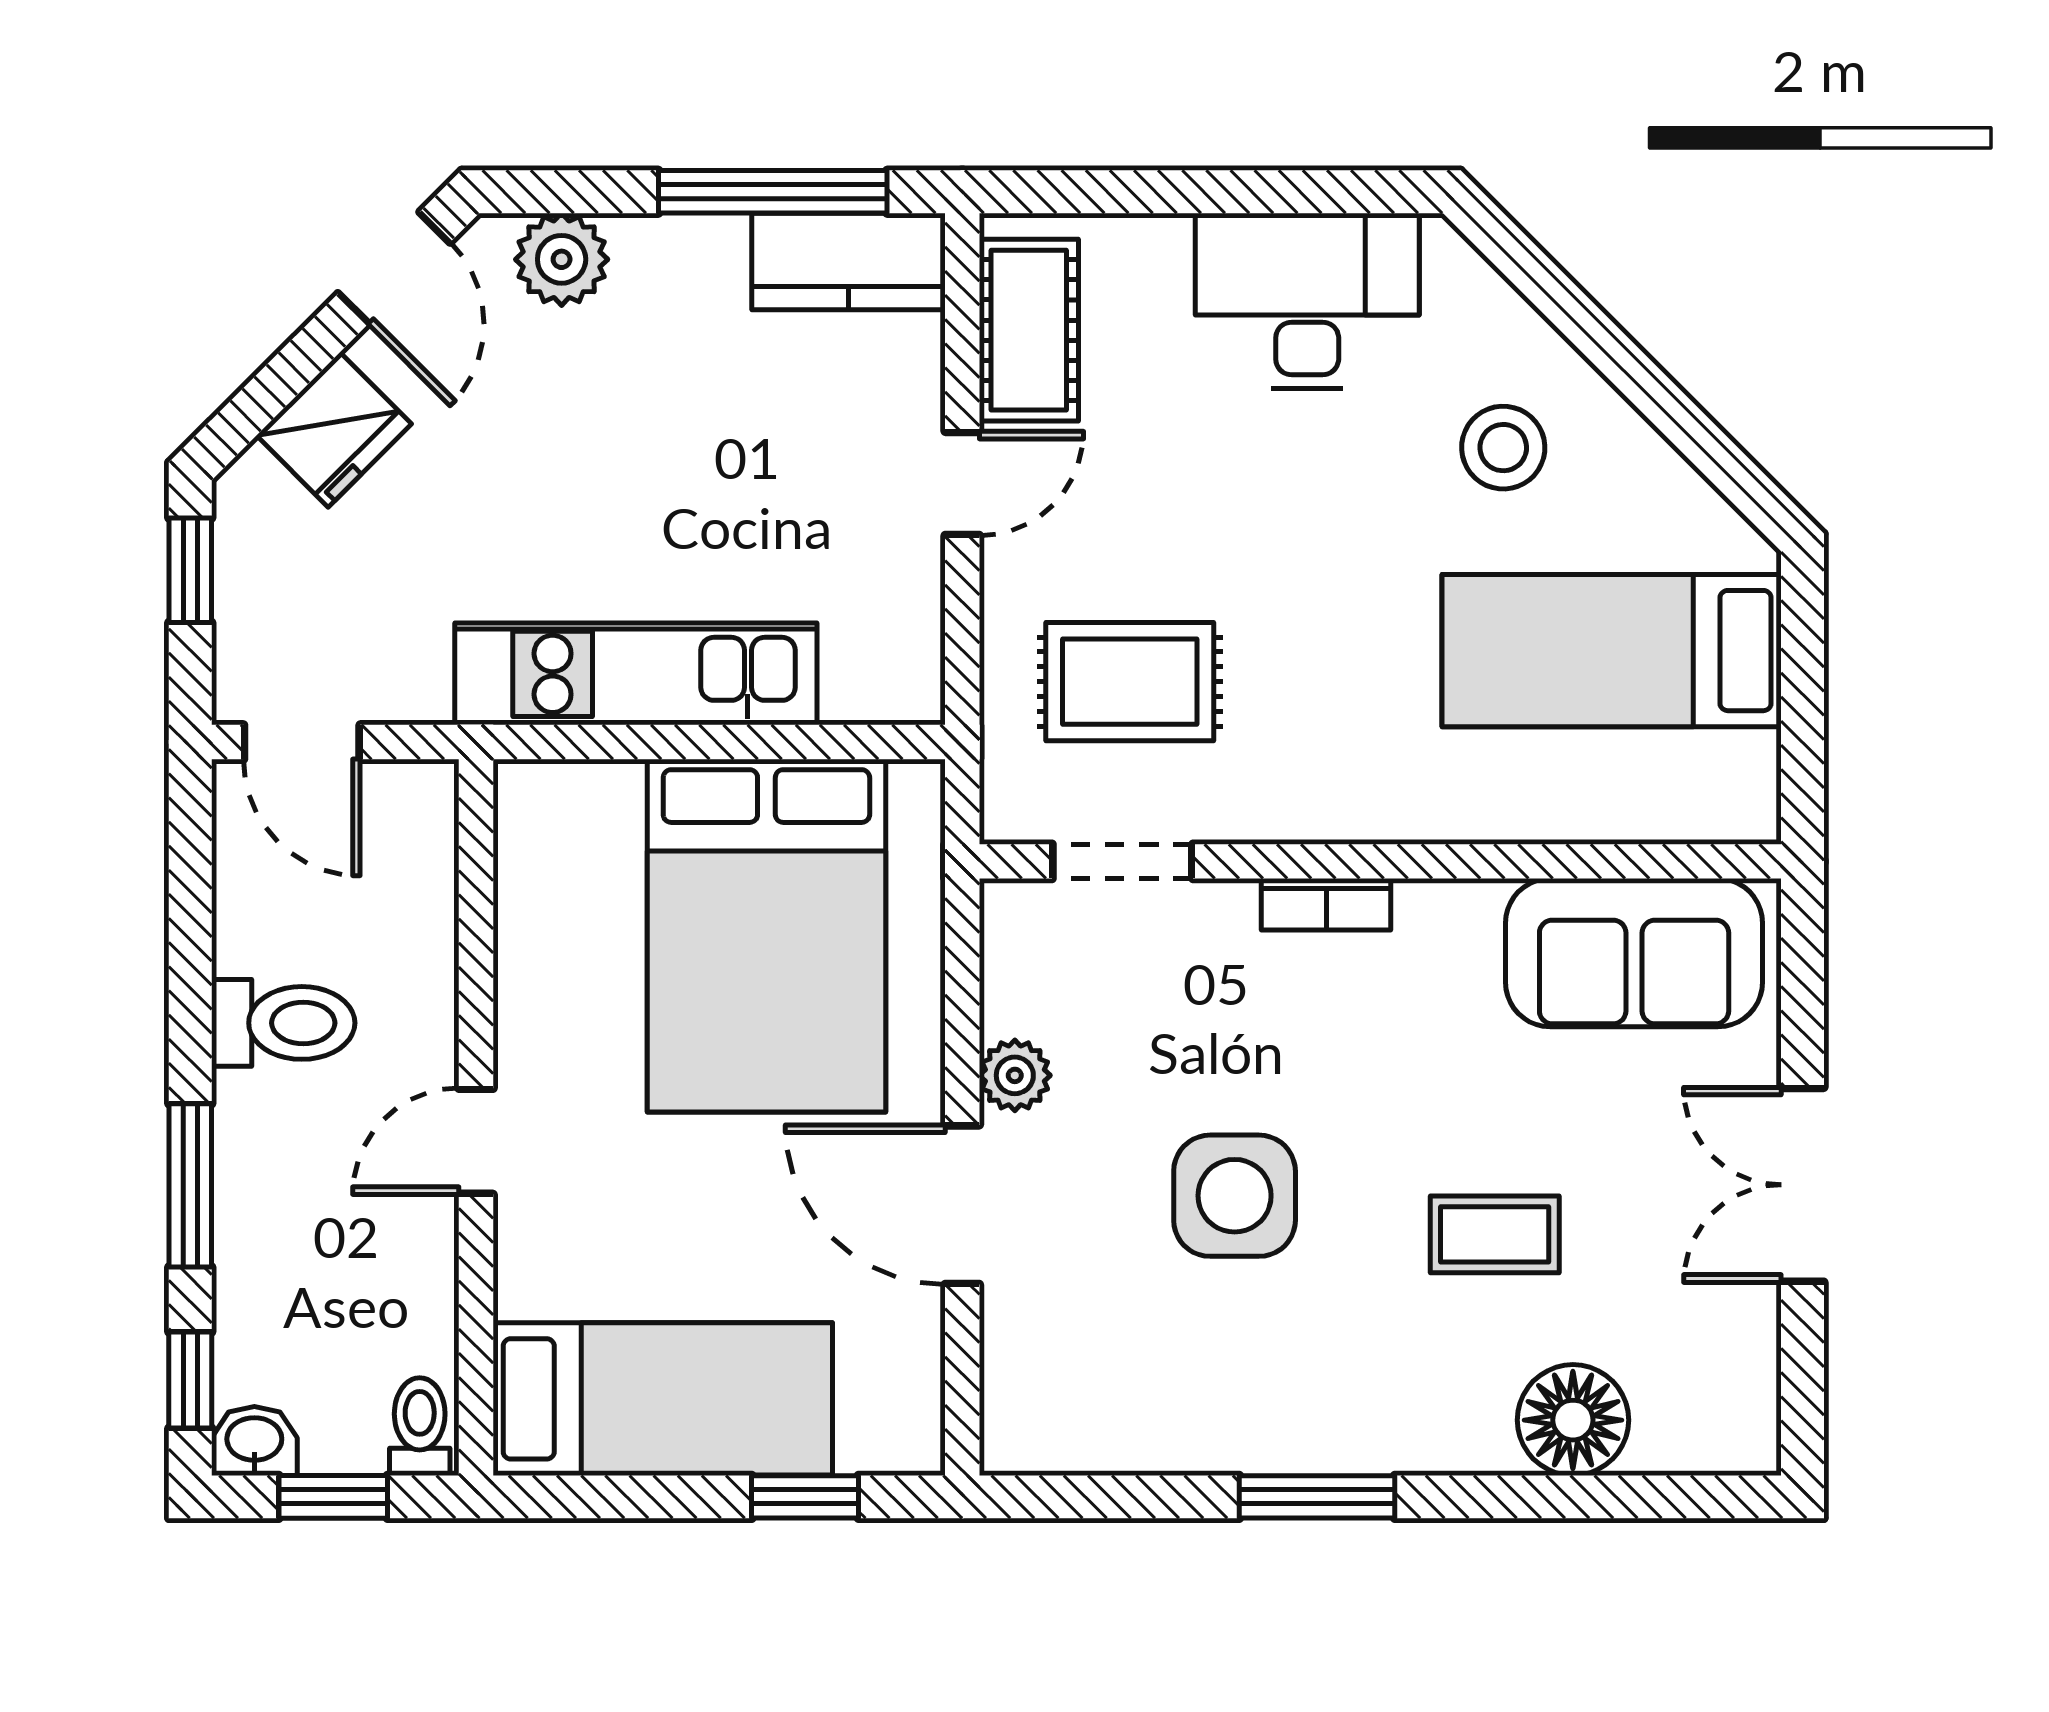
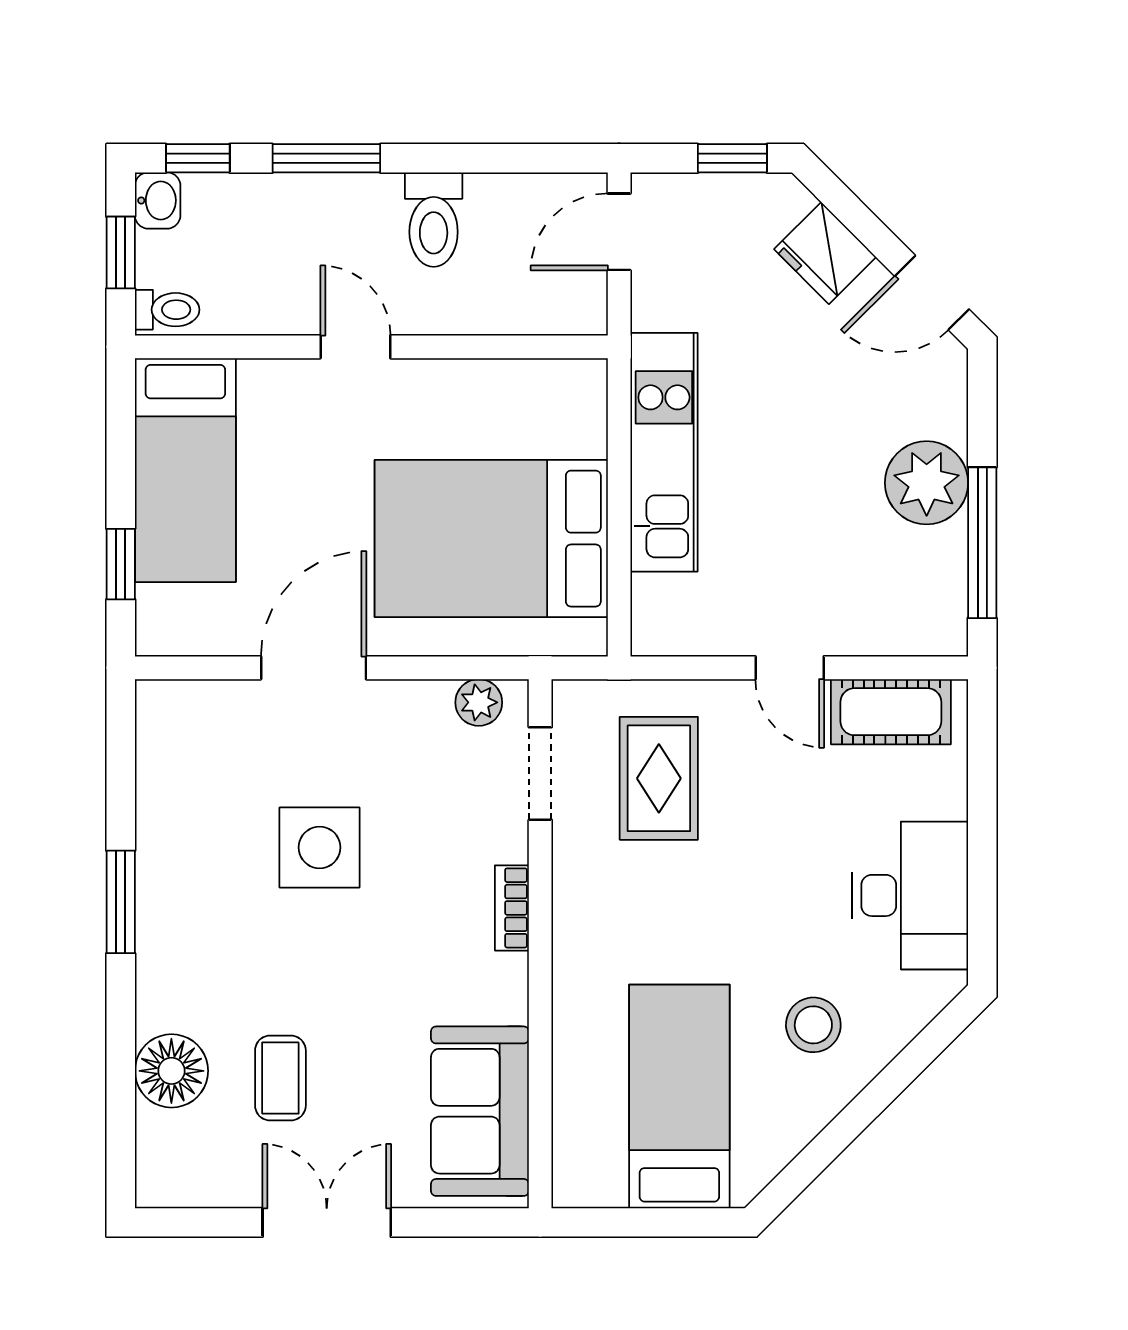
plant: (562, 259) -> (927, 483), moved, width x1.36, depth x1.36
kitchen counter: (849, 261) -> (936, 593), removed
plant: (1015, 1075) -> (479, 702), moved
coffee table: (1495, 1234) -> (280, 1078), moved

